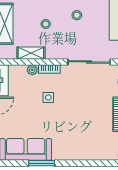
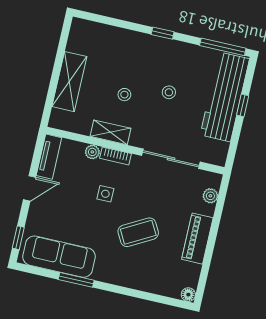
shelving: (31, 53) -> (111, 132), moved
coffee table: (78, 119) -> (138, 232), added

